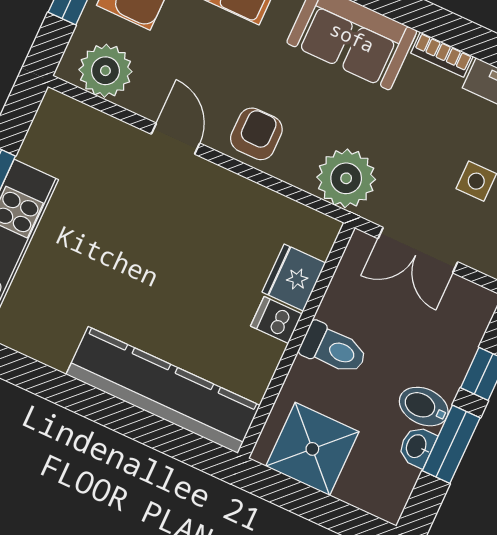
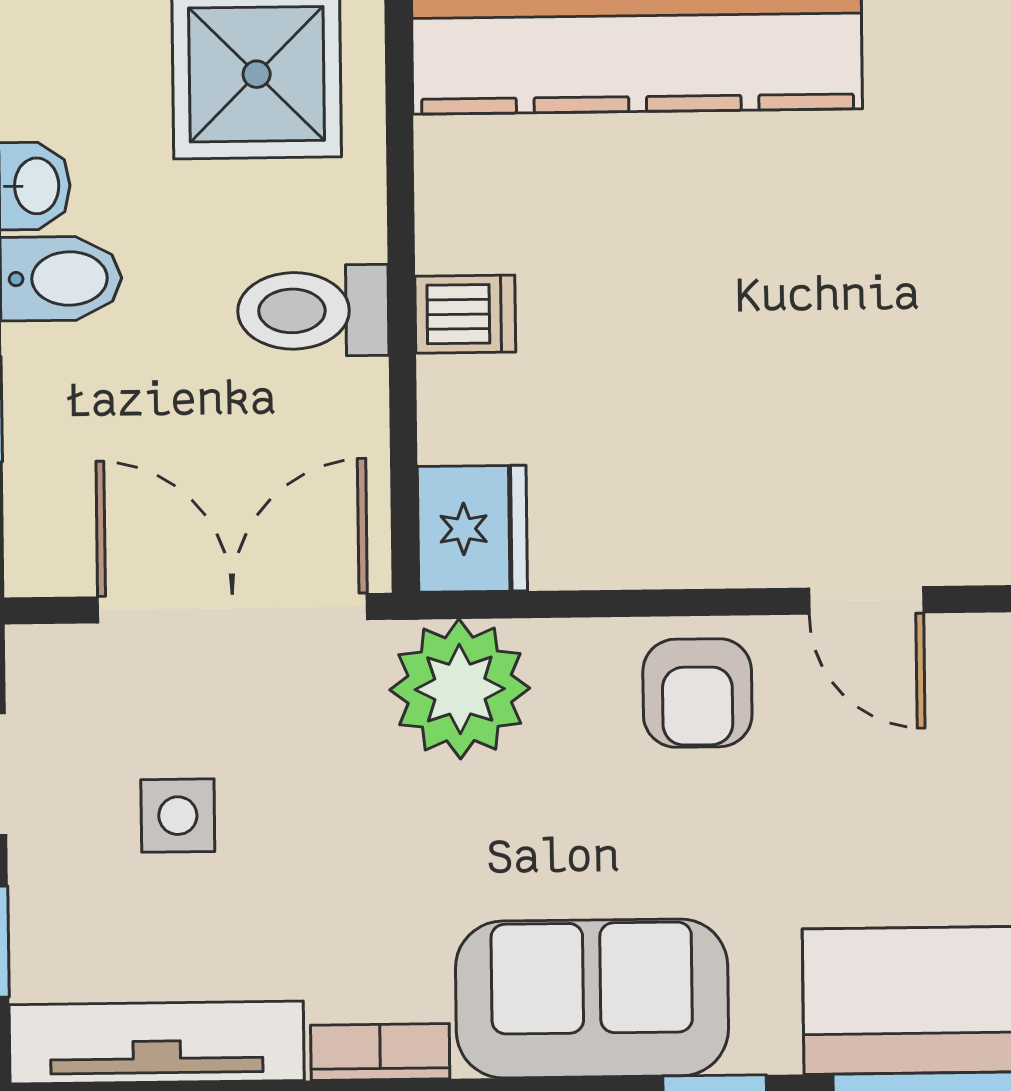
double door: (418, 250) -> (232, 608), width x1.37
fridge: (294, 278) -> (472, 529), moved

